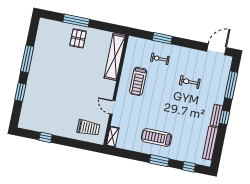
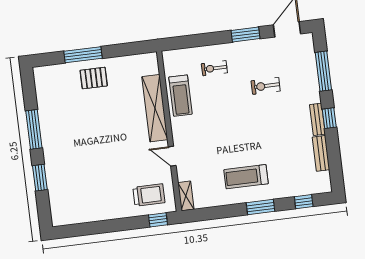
pallet: (78, 38) -> (94, 78), turned 90
window: (162, 38) -> (245, 34), moved
shelving: (115, 57) -> (155, 108), moved
treadmill: (138, 81) -> (180, 96), moved
window: (46, 137) -> (158, 220), moved
bench: (210, 143) -> (321, 153), width x0.73

